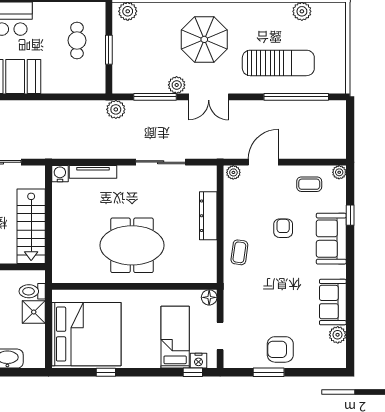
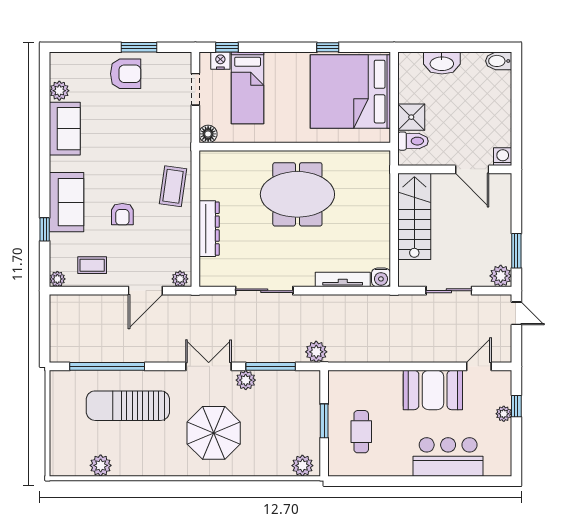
coffee table: (239, 252) -> (173, 186), width x1.36, depth x1.30

